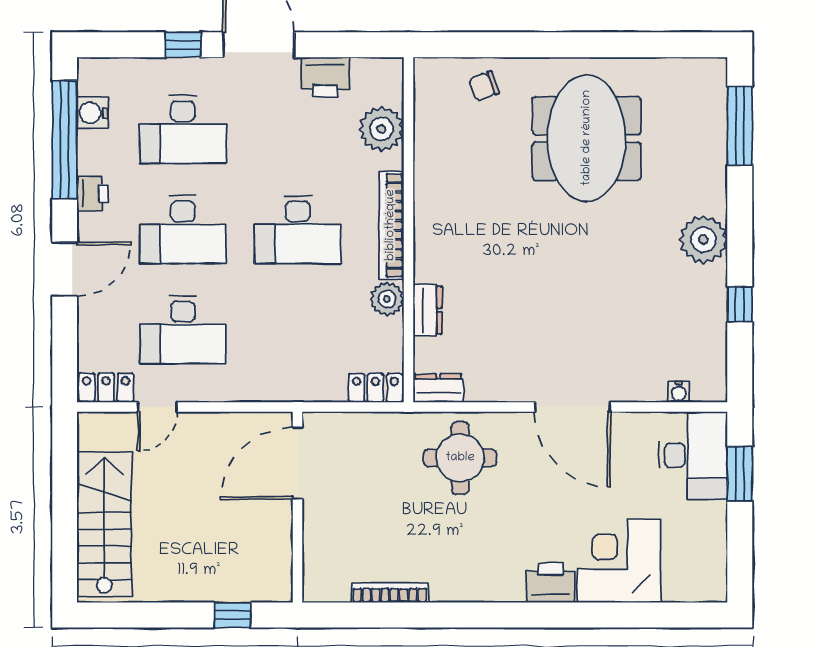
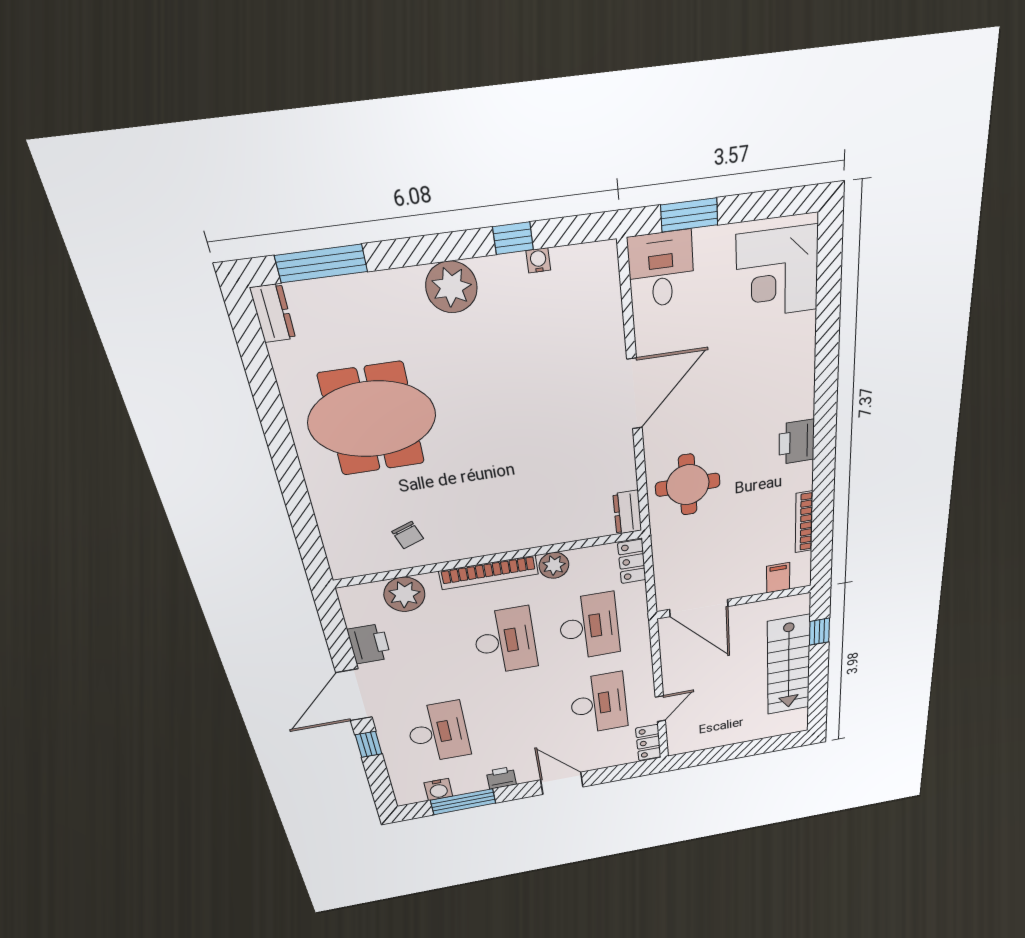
chair: (484, 86) -> (408, 535), moved
window: (65, 140) -> (463, 802), width x0.68
desk: (183, 230) -> (589, 626), moved
dresser: (428, 310) -> (273, 313), moved, turned 90
water cooler: (679, 392) -> (538, 260), moved, turned -90
door: (157, 407) -> (660, 709), hinge flipped
desk: (693, 455) -> (661, 270), width x0.73
stairs: (104, 524) -> (789, 665), moved, turned -90
corner desk: (619, 561) -> (777, 273), moved
filing cabinet: (321, 562) -> (778, 578), added
printer: (551, 583) -> (797, 442), moved

